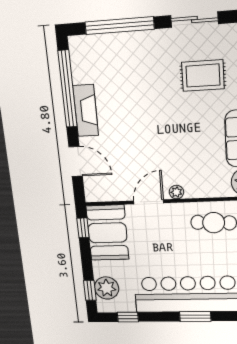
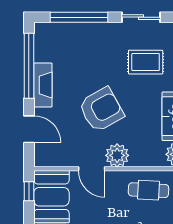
armchair: (154, 135) -> (101, 110), added
plant: (176, 192) -> (117, 155), width x1.88, depth x1.88
door: (149, 202) -> (92, 169), swing flipped

